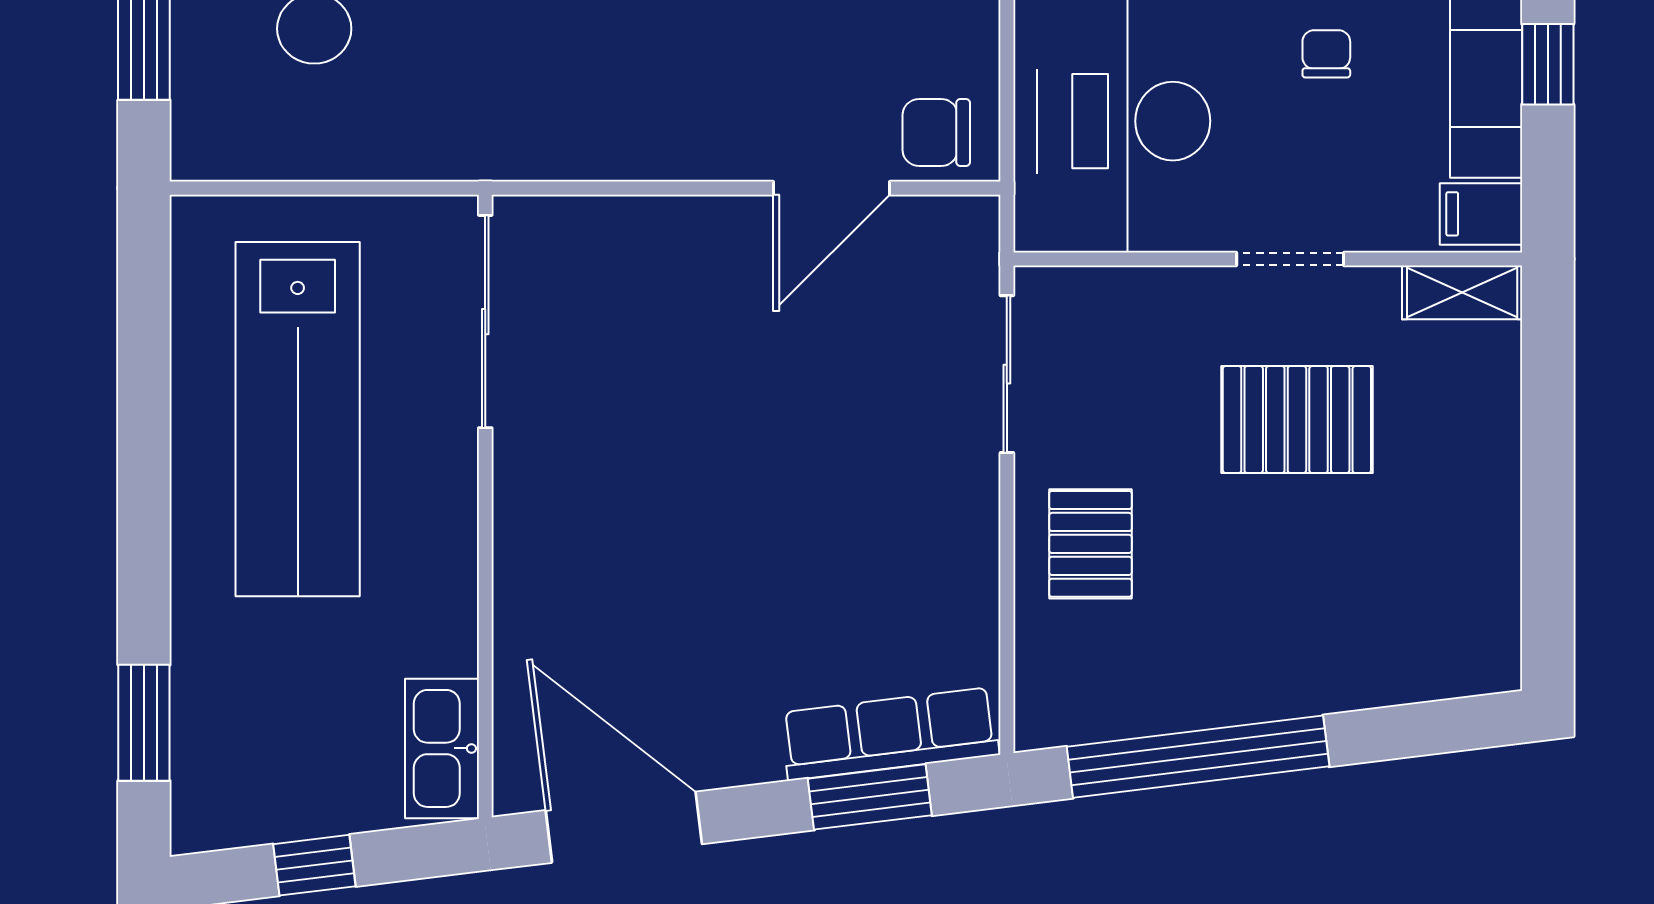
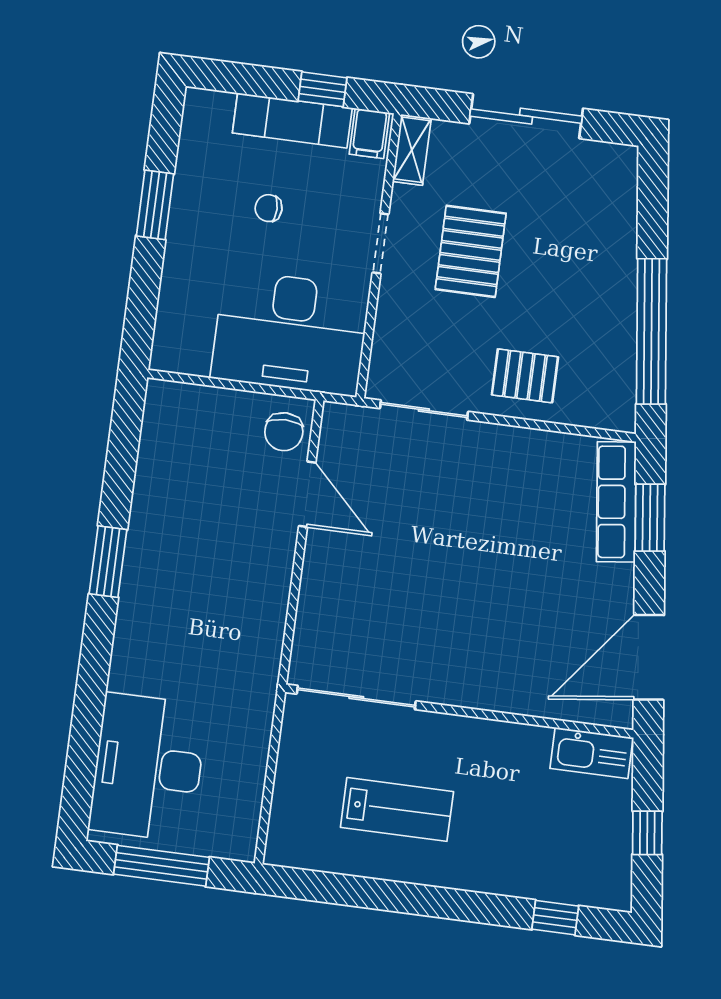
window: (1548, 64) -> (323, 89), moved
lab bench: (298, 419) -> (397, 809), width x0.54, depth x0.72
sliding door: (1548, 486) -> (526, 116), added
window: (144, 723) -> (555, 918), width x0.67

